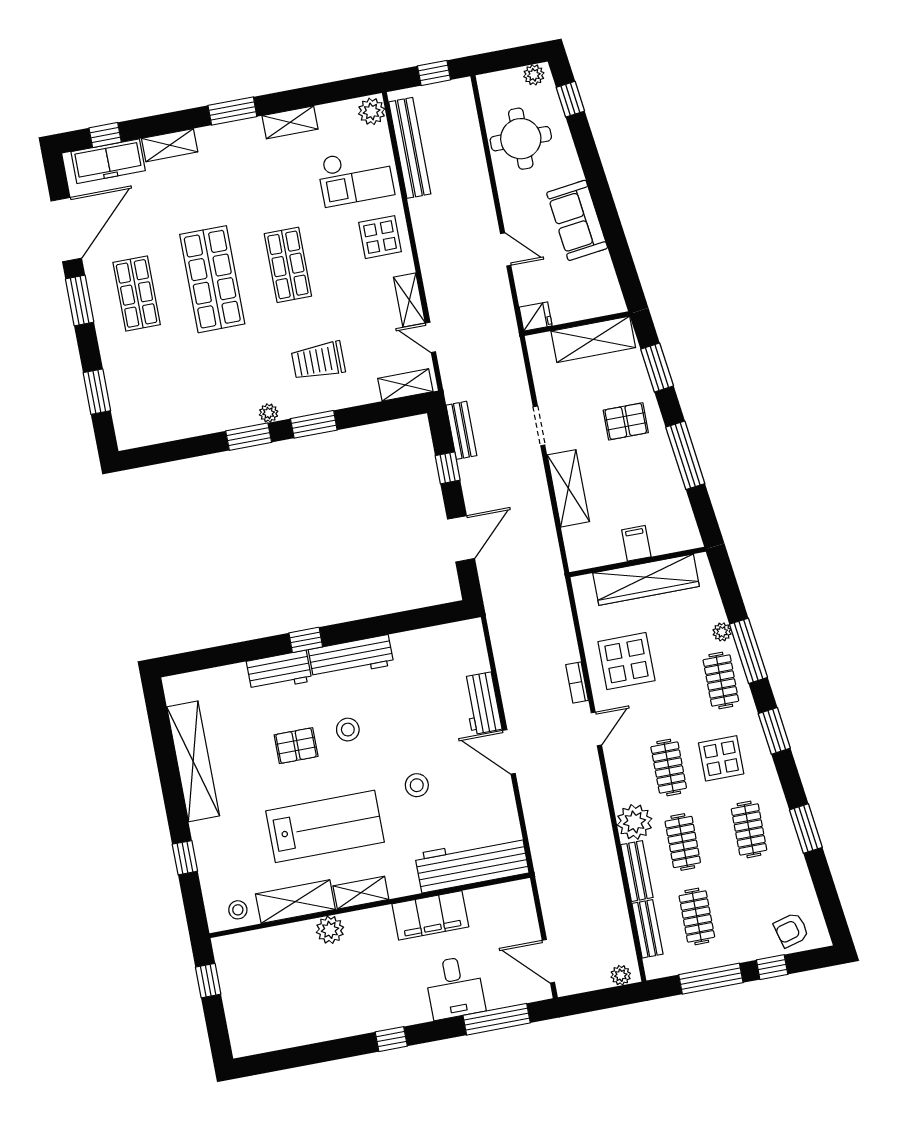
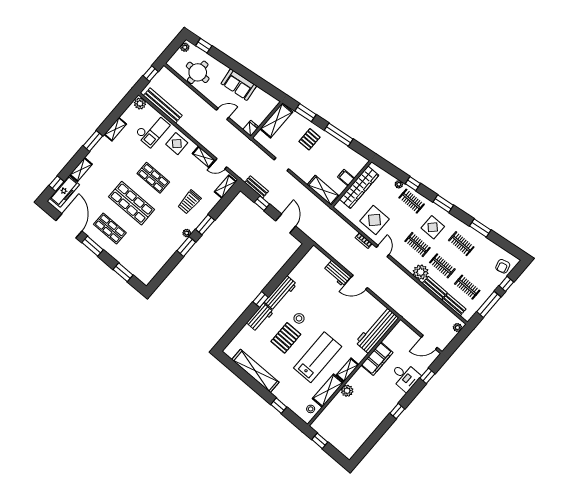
shelving: (568, 488) -> (323, 190), moved
window: (748, 651) -> (413, 184), width x0.46
pallet: (296, 746) -> (286, 338), width x1.50, depth x1.42
stool: (417, 785) -> (337, 319), removed
window: (497, 1019) -> (427, 376), width x0.46

